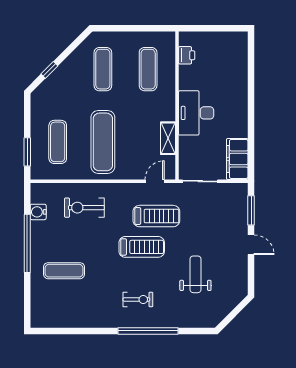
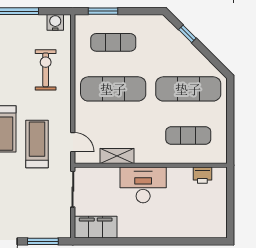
exercise mat: (103, 69) -> (188, 89), width x1.36, depth x1.45
water cooler: (38, 212) -> (55, 22), moved
treadmill: (156, 216) -> (37, 144), turned 180

